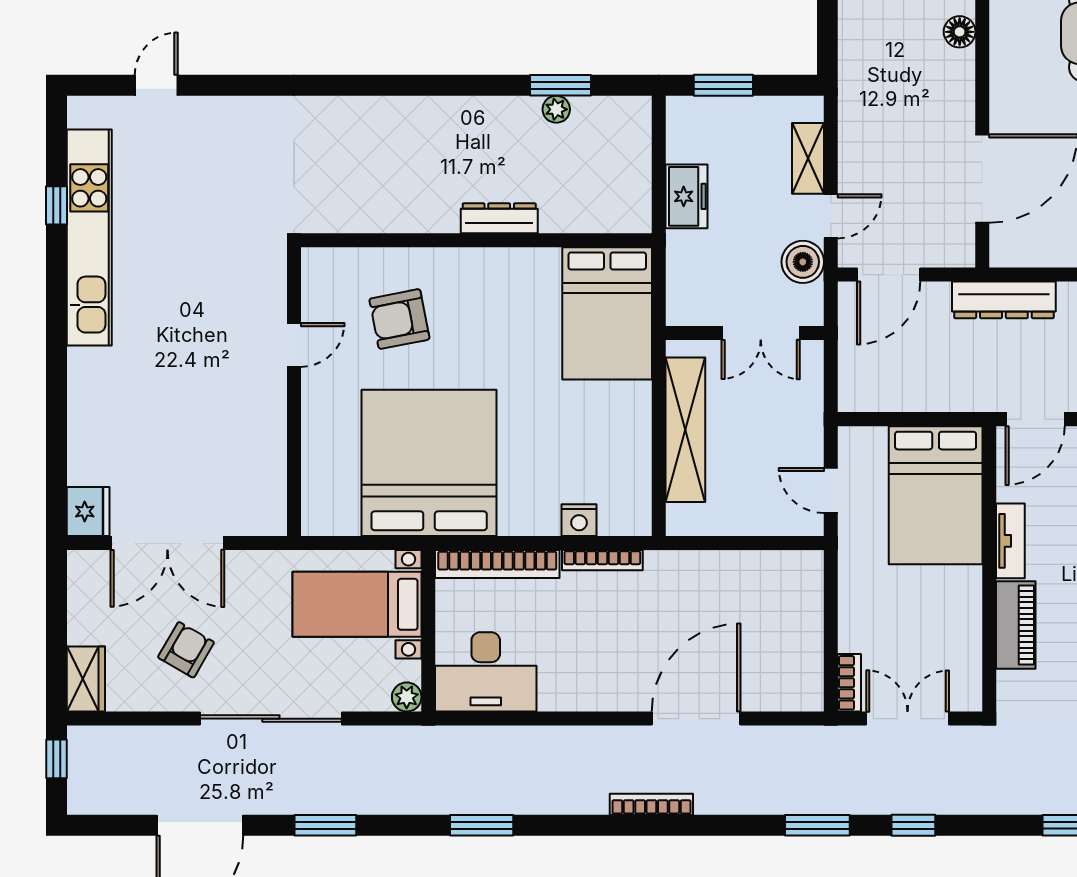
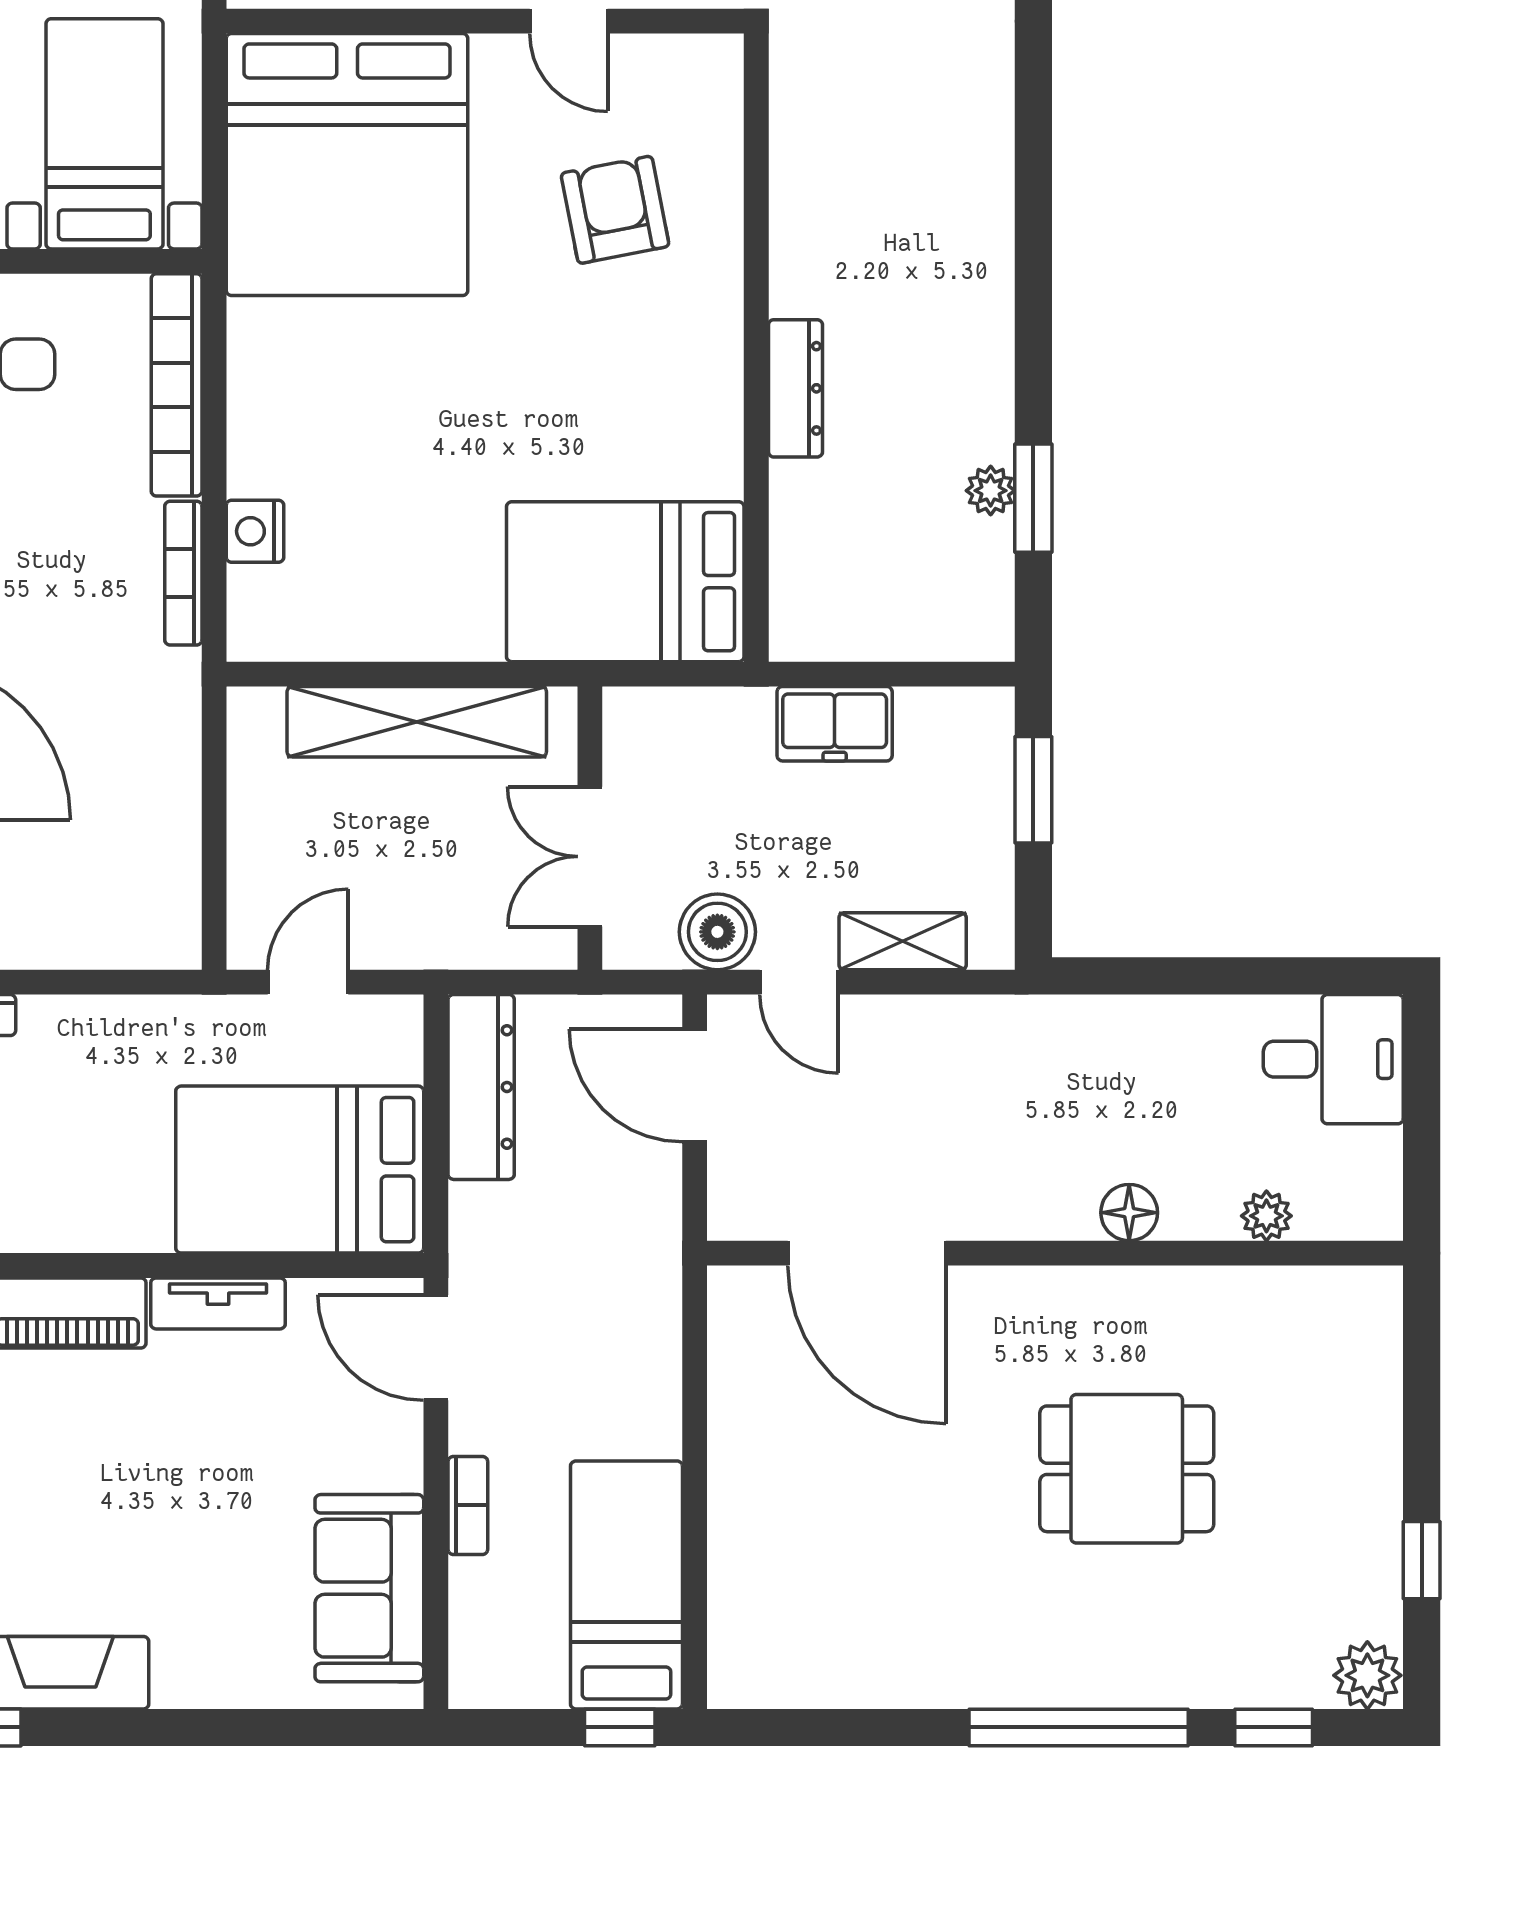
dresser: (1004, 300) -> (481, 1087), moved, turned 180
bed: (429, 463) -> (347, 165), moved, turned 90

